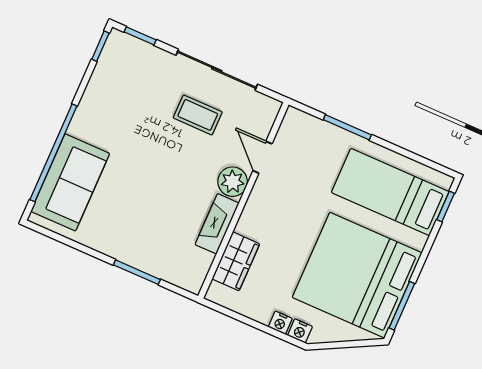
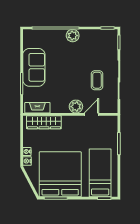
plant: (84, 124) -> (73, 36), added
sofa: (70, 182) -> (34, 67), moved, turned -90
fireplace: (217, 224) -> (37, 108), moved
wardrobe: (236, 261) -> (44, 122), width x1.50

